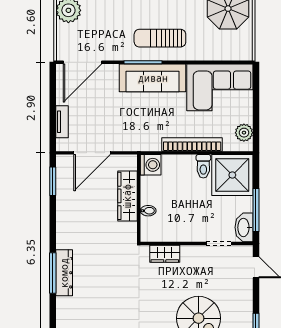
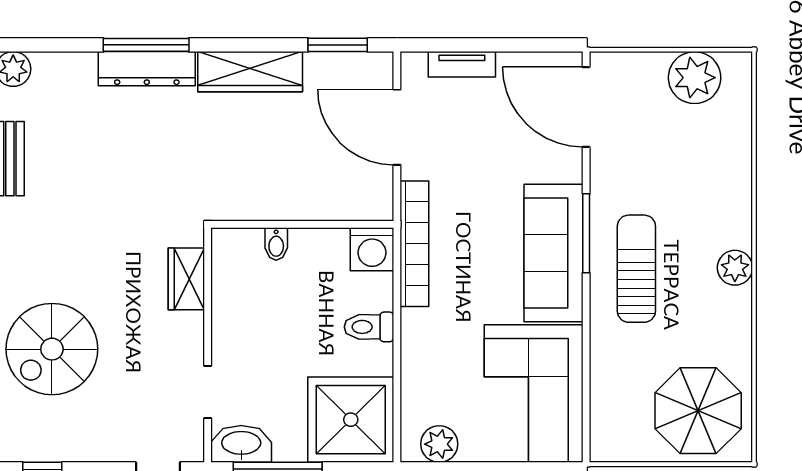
bookcase: (192, 145) -> (414, 244), moved
toilet: (203, 166) -> (369, 327), moved
wardrobe: (127, 196) -> (250, 72), moved, turned 180

